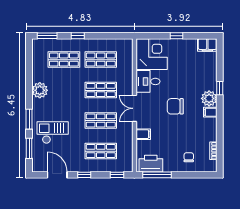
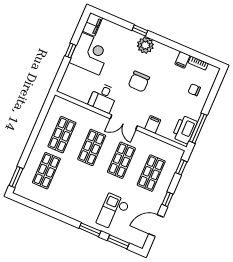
window: (78, 36) -> (29, 147), removed
corner desk: (152, 54) -> (90, 54), moved, turned 90
plant: (40, 90) -> (66, 207), removed
filing cabinet: (210, 112) -> (182, 60), moved

